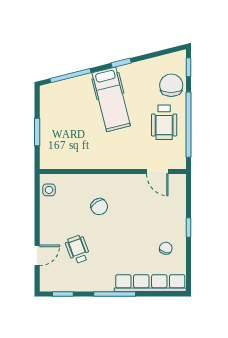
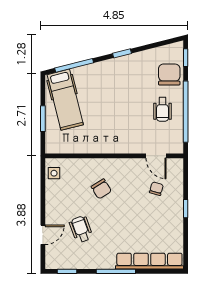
hospital bed: (111, 99) -> (65, 100), moved
wheelchair: (164, 122) -> (163, 109), width x0.73, depth x0.73
chair: (166, 248) -> (156, 189), moved

